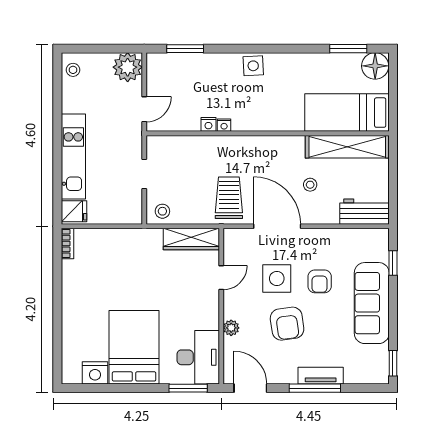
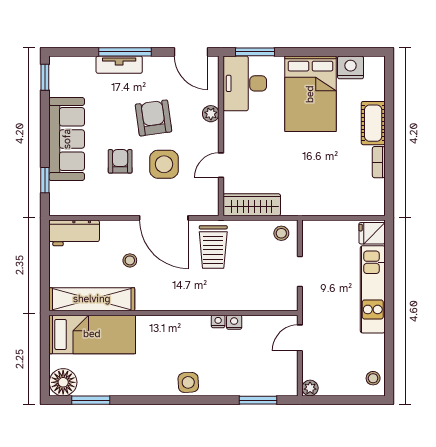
plant: (128, 67) -> (310, 388), width x0.53, depth x0.53
bookcase: (67, 243) -> (379, 162), moved
cot: (73, 319) -> (373, 123), added

